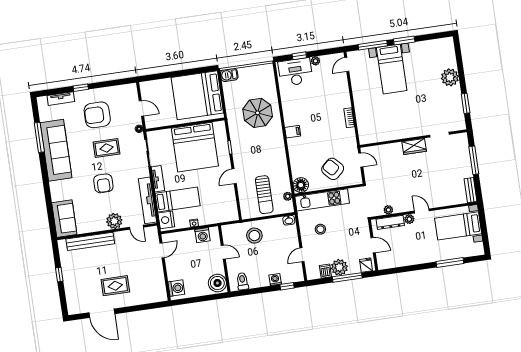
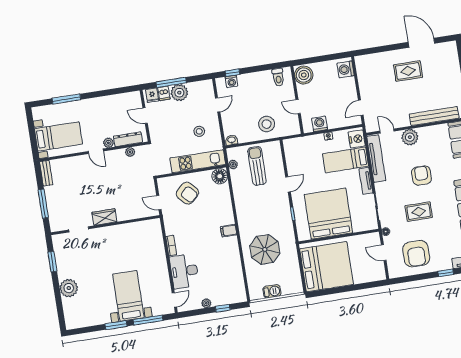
desk: (295, 72) -> (184, 271), moved, turned 90
barbecue: (229, 75) -> (272, 291), moved
armchair: (97, 115) -> (416, 254), moved, turned 90
dishwasher: (325, 271) -> (164, 93), moved
washing machine: (275, 280) -> (232, 81), moved

